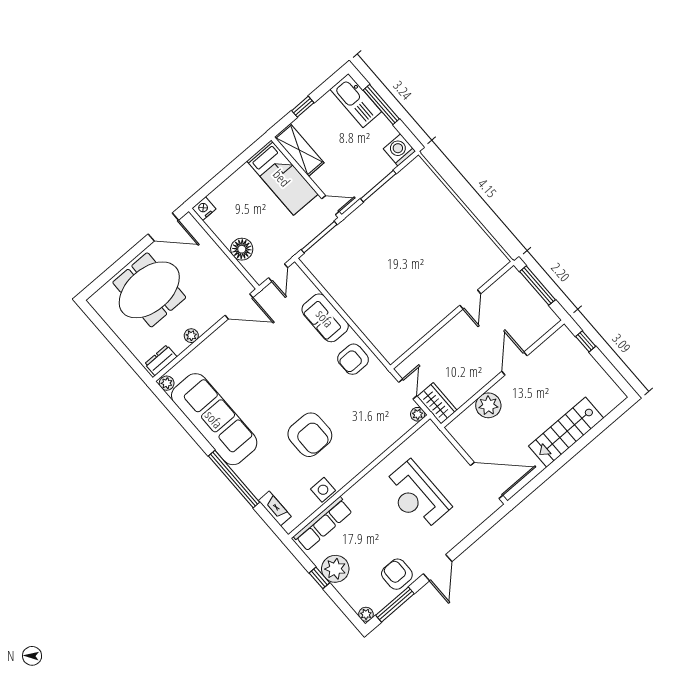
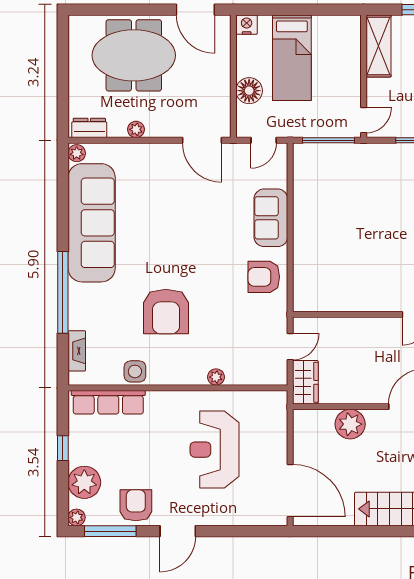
bed: (282, 178) -> (292, 58), moved
door: (330, 205) -> (364, 120), hinge flipped
plant: (418, 414) -> (216, 377), moved
plant: (335, 569) -> (84, 482), moved

